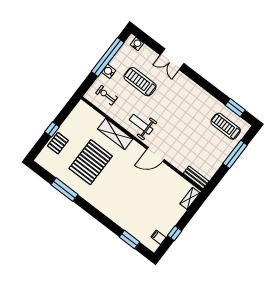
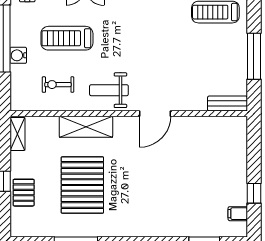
exercise bike: (107, 95) -> (58, 85), moved
window: (235, 154) -> (254, 56), moved
shelving: (190, 198) -> (18, 134), moved

